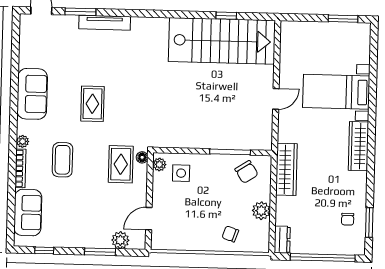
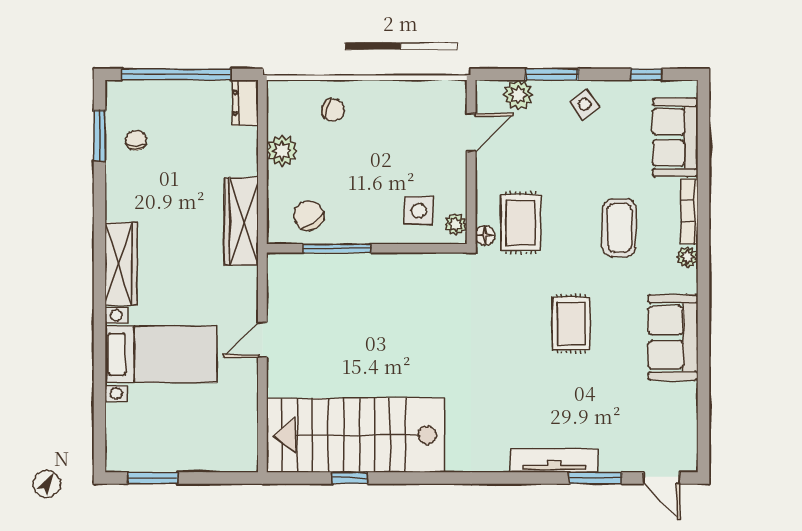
side table: (81, 233) -> (585, 104), added

